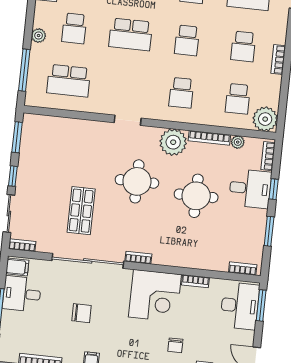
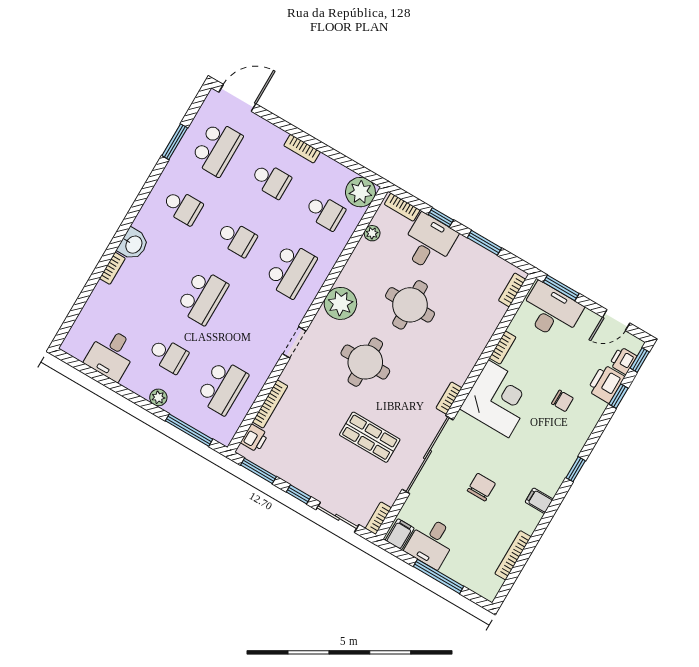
school desk: (181, 93) -> (291, 270), width x1.85
printer: (41, 123) -> (254, 438), added
bookcase: (209, 138) -> (270, 404), moved

